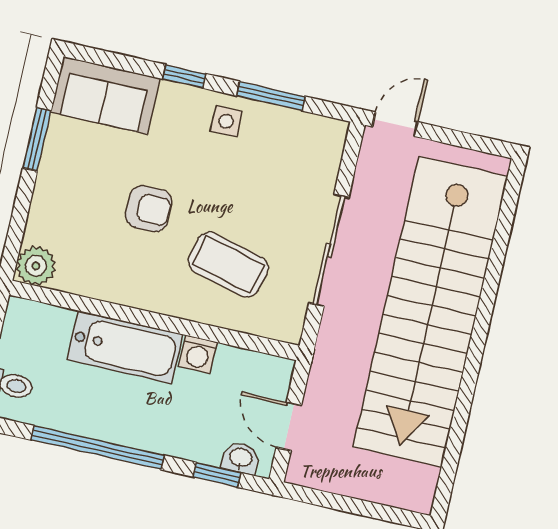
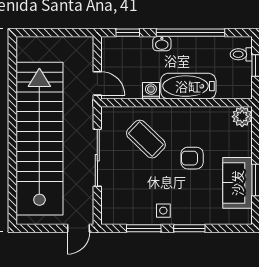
window: (184, 76) -> (189, 228), width x1.50
sofa: (105, 95) -> (237, 183), moved, turned -90
coffee table: (228, 265) -> (146, 139), turned 30
door: (289, 426) -> (97, 83), moved
washbasin: (241, 458) -> (162, 44), moved

